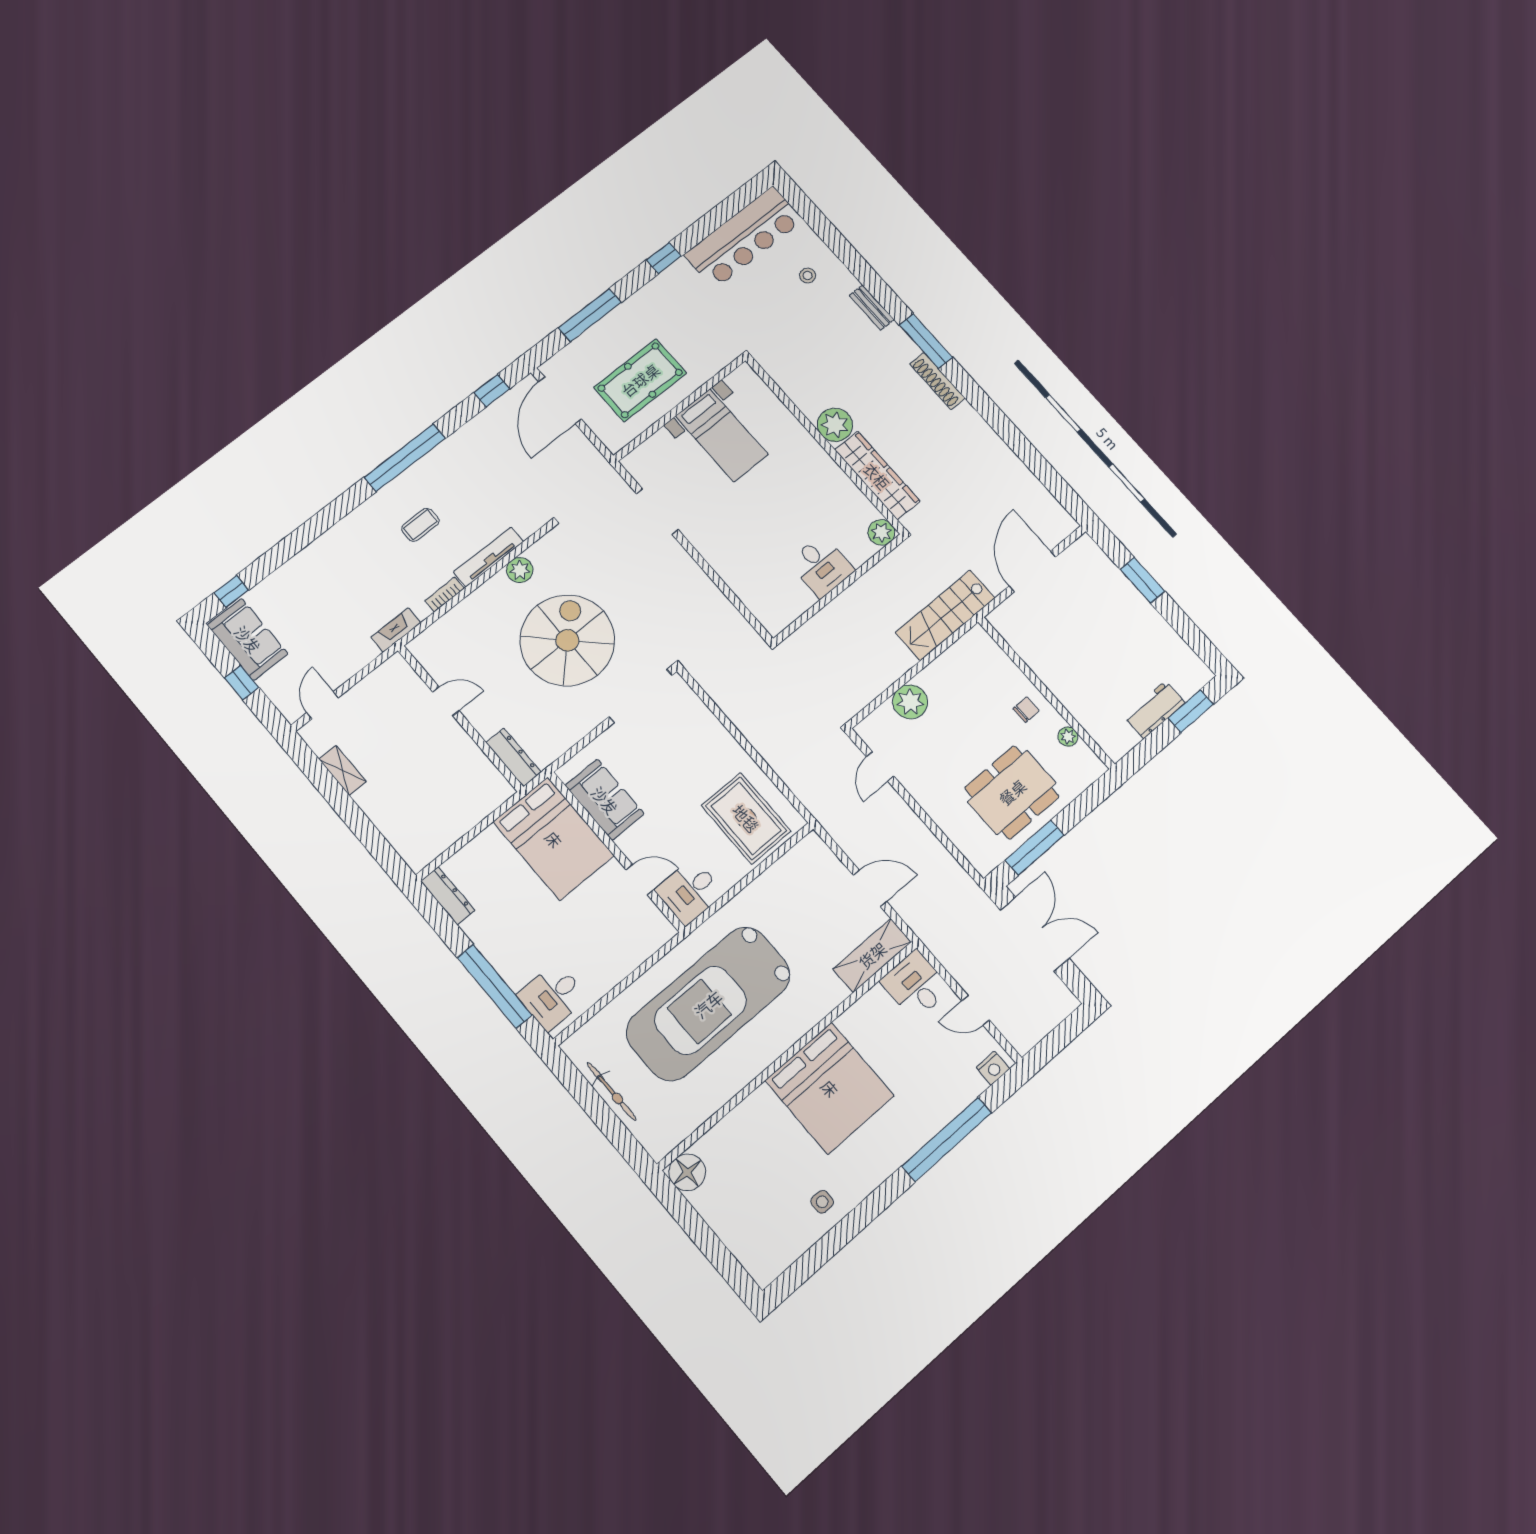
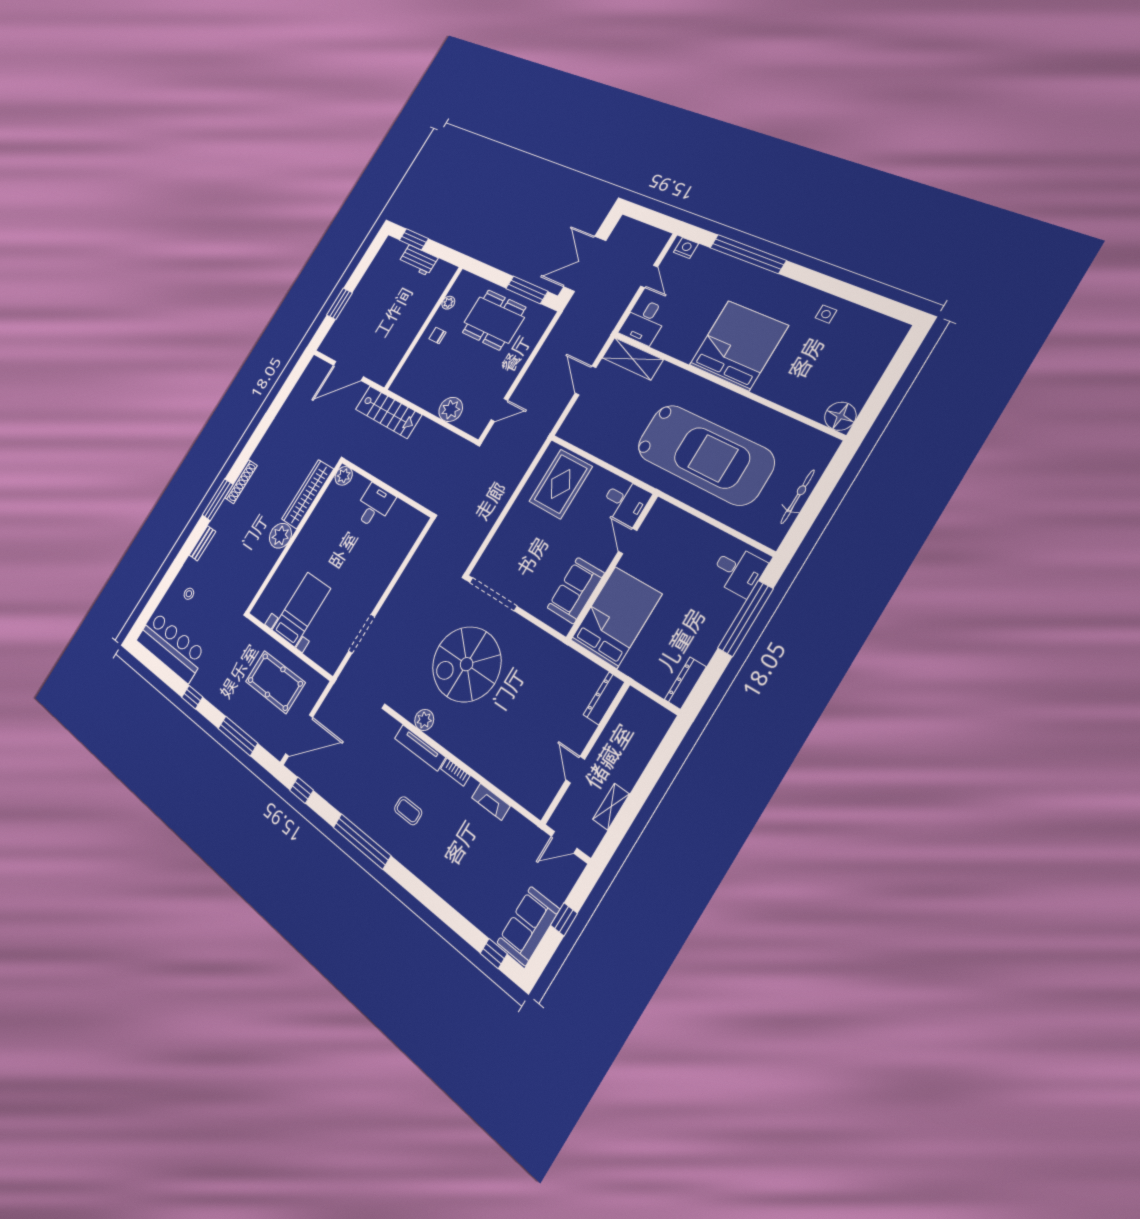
door: (446, 701) -> (575, 770), moved
wall: (460, 718) -> (585, 753), moved
dresser: (514, 757) -> (604, 698), moved

